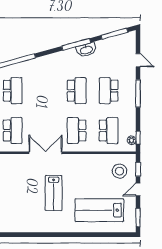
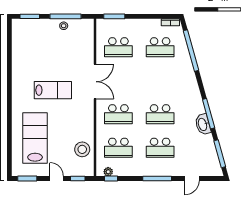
school desk: (109, 91) -> (160, 148), turned 180
school desk: (77, 131) -> (118, 114), turned 180
stool: (120, 171) -> (82, 149), moved
lab bench: (54, 193) -> (53, 90), turned 180

